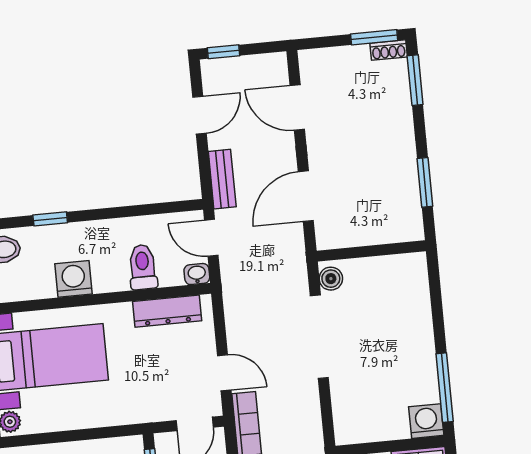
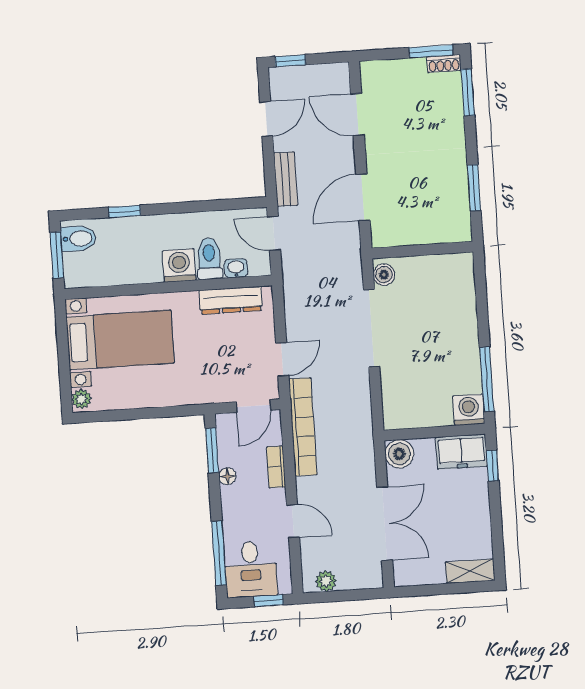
washbasin: (197, 274) -> (236, 268), moved
washing machine: (73, 279) -> (179, 266), moved
door: (224, 373) -> (282, 359), hinge flipped

